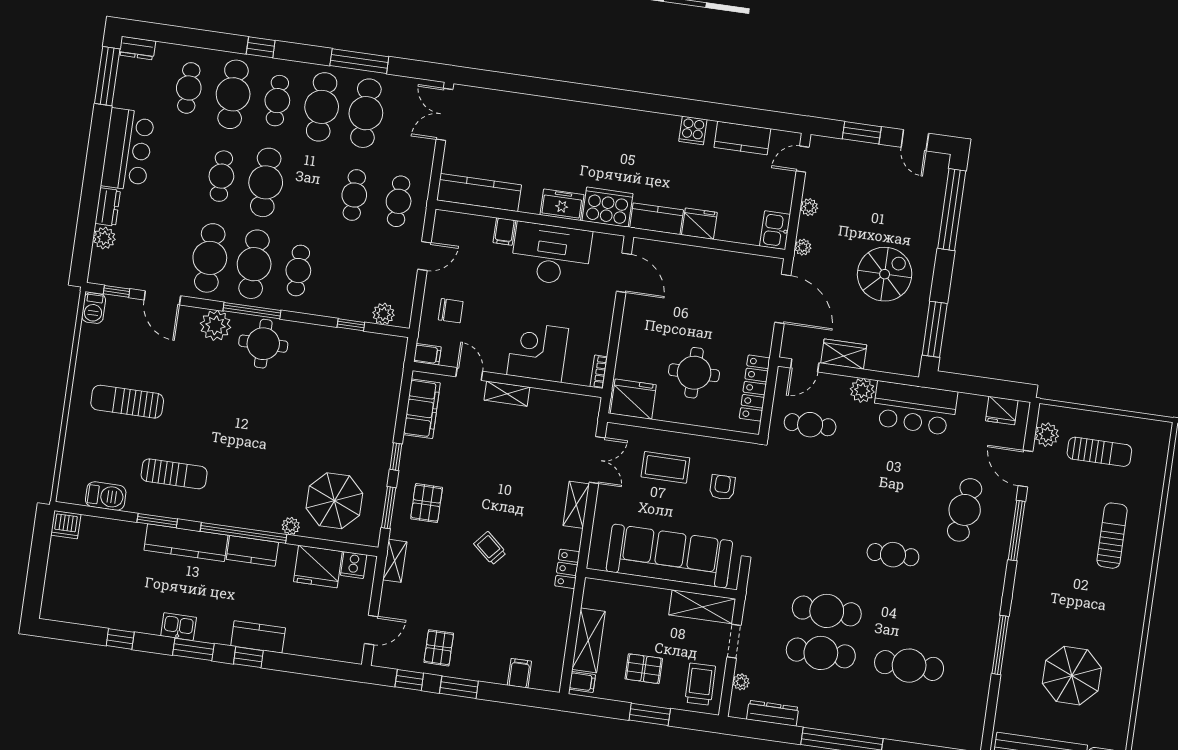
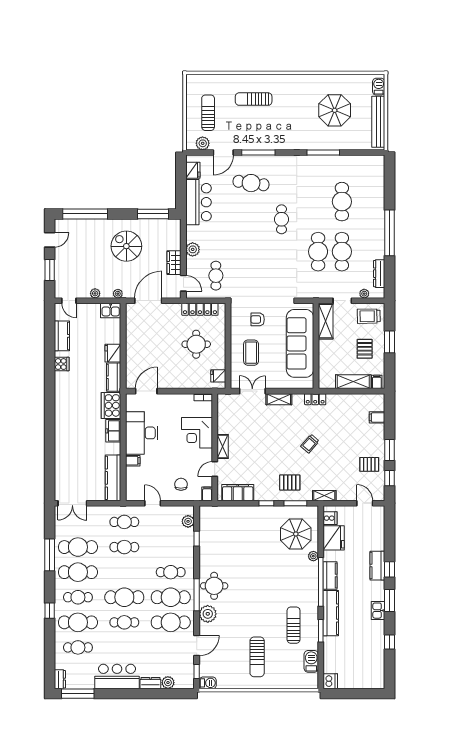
fridge: (633, 399) -> (218, 376), width x0.53, depth x0.75
bar counter: (915, 408) -> (198, 202), moved

